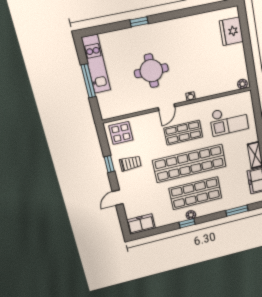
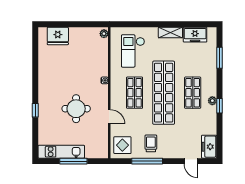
door: (166, 107) -> (109, 117), moved
checkout: (229, 120) -> (133, 51), turned 180
window: (109, 164) -> (147, 161), width x2.17
shop shelf: (195, 193) -> (193, 93), width x0.70, depth x0.74
door: (118, 198) -> (191, 161), moved

